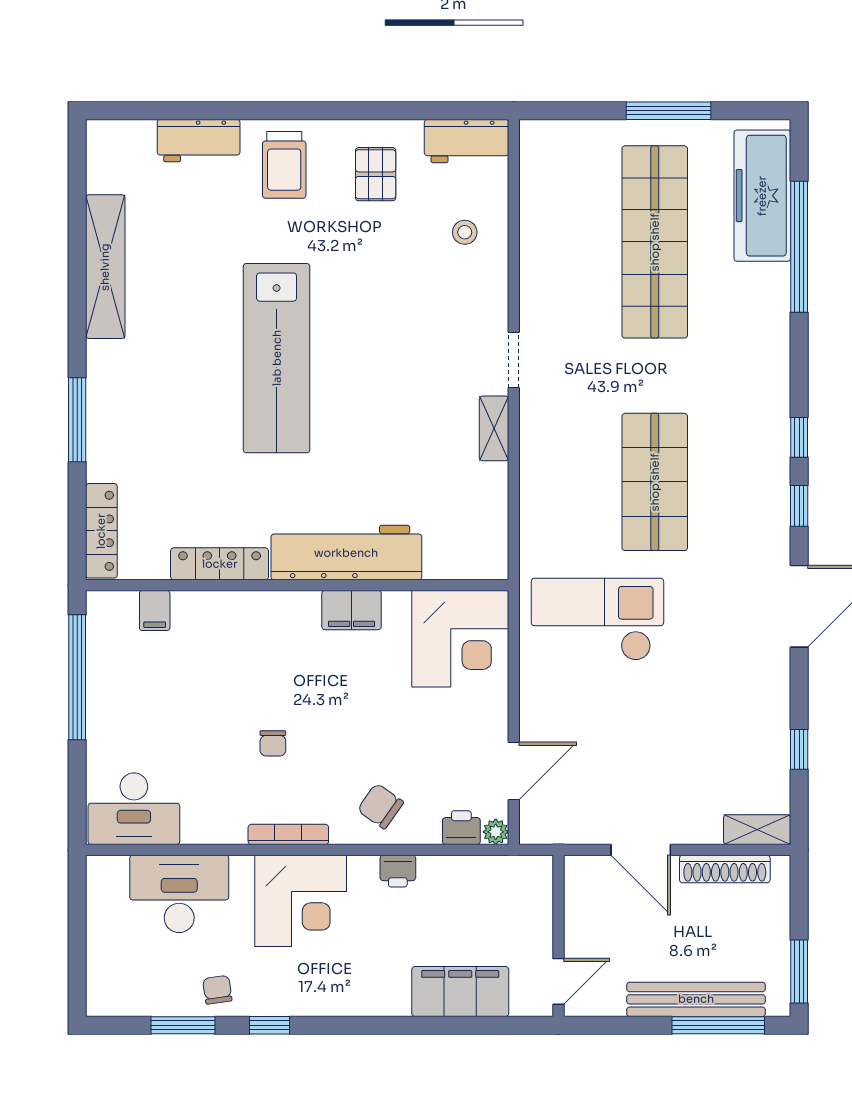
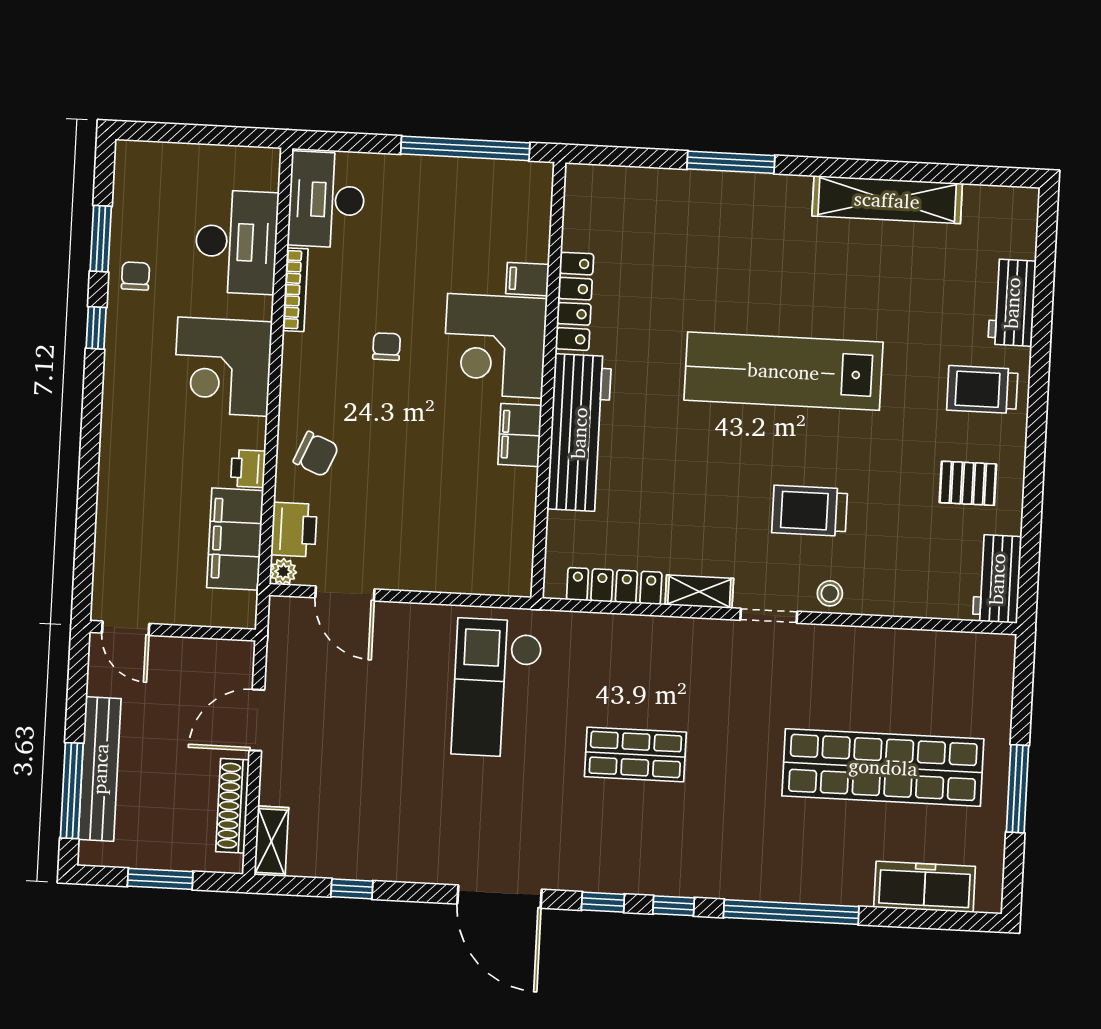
freezer: (762, 196) -> (925, 887), width x0.73, depth x0.79
stool: (465, 232) -> (830, 593), moved
window: (799, 247) -> (791, 912), moved
trolley: (410, 326) -> (810, 511), added
shop shelf: (655, 482) -> (635, 754), width x0.70, depth x0.74
locker: (101, 531) -> (614, 586), moved, turned 180
filing cabinet: (155, 611) -> (527, 279), moved
checkout: (597, 619) -> (497, 688), turned 180
corner desk: (460, 639) -> (495, 346), moved
chair: (273, 743) -> (387, 347), turned 90
chair: (380, 806) -> (316, 454), turned 78
printer: (461, 828) -> (294, 530), width x1.36, depth x1.24
bookcase: (288, 834) -> (295, 290), moved
window: (799, 971) -> (160, 879), moved
chair: (217, 990) -> (135, 276), turned -82
filing cabinet: (460, 992) -> (235, 539), moved, turned 180

